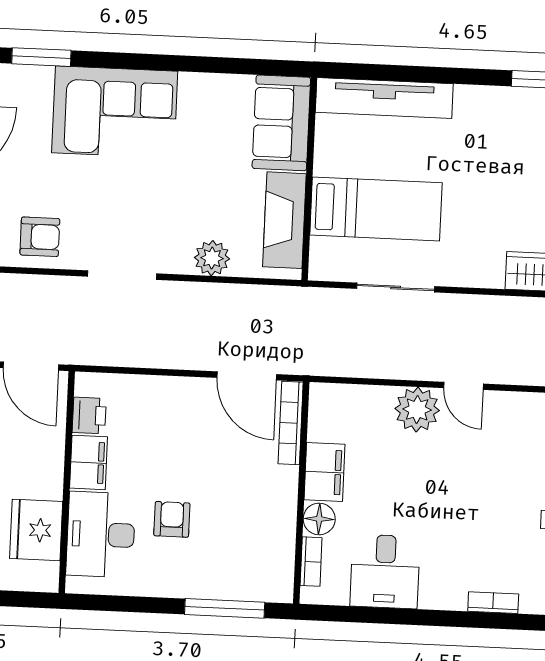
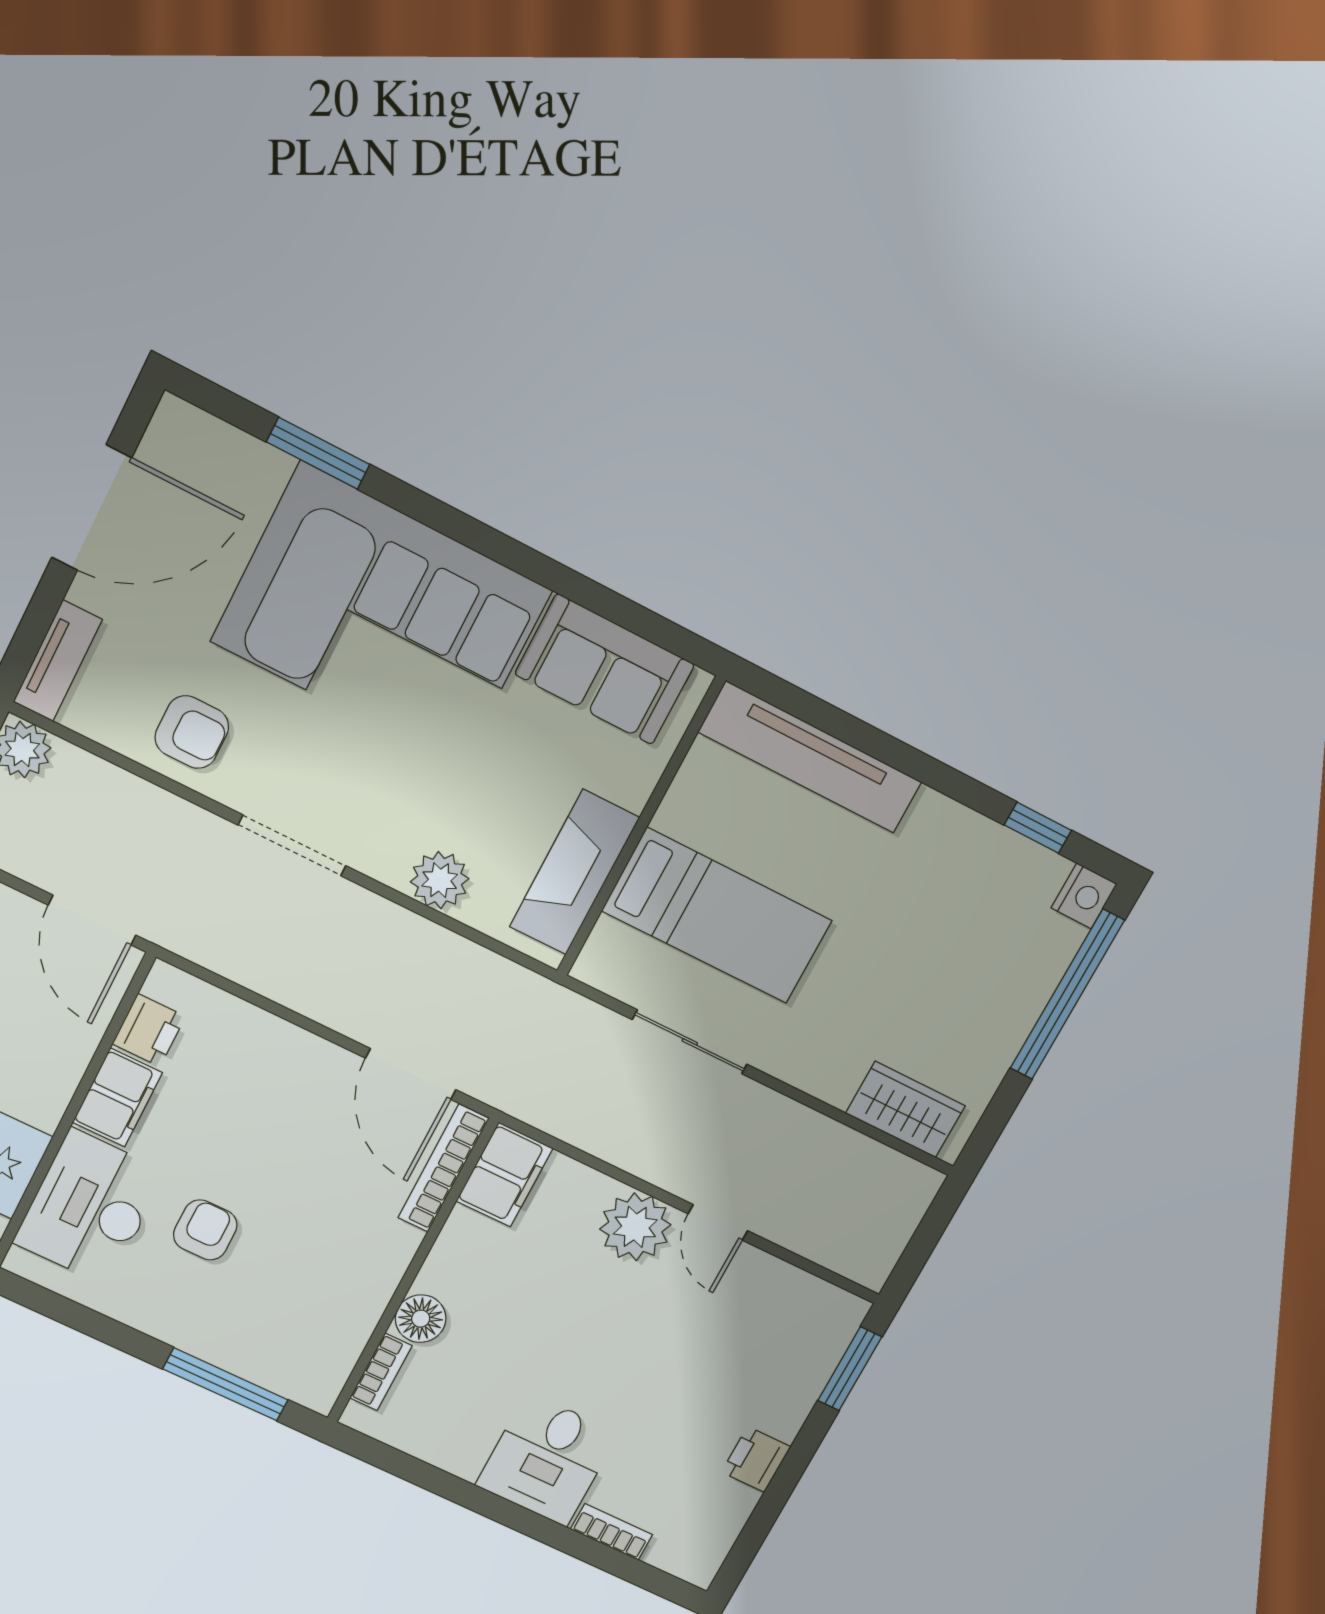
corner sofa: (115, 112) -> (382, 616), width x1.36, depth x1.36
sofa: (281, 123) -> (605, 669), moved, turned -90
filing cabinet: (325, 472) -> (505, 1175), moved
desk: (385, 571) -> (547, 1459), moved

